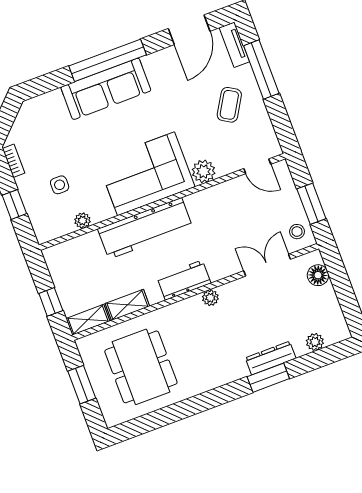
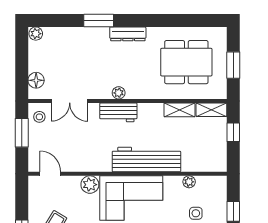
workbench: (184, 280) -> (118, 112), moved
plant: (315, 342) -> (36, 34), moved
dresser: (271, 358) -> (128, 34), moved
dining table: (141, 367) -> (186, 62), turned 90

